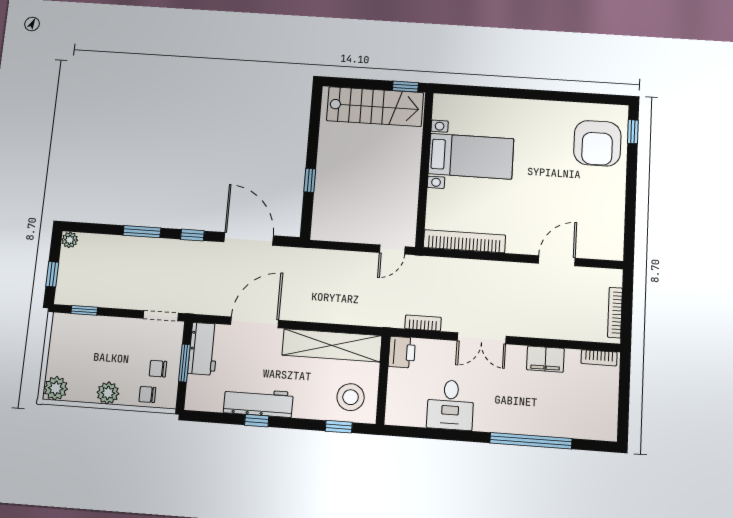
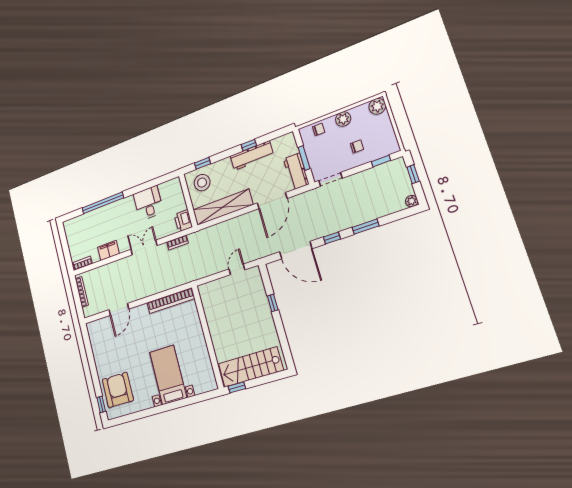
bed with nightstands: (471, 156) -> (168, 375), moved, turned 90
door: (392, 250) -> (237, 269), moved
chair: (158, 369) -> (357, 146), moved

